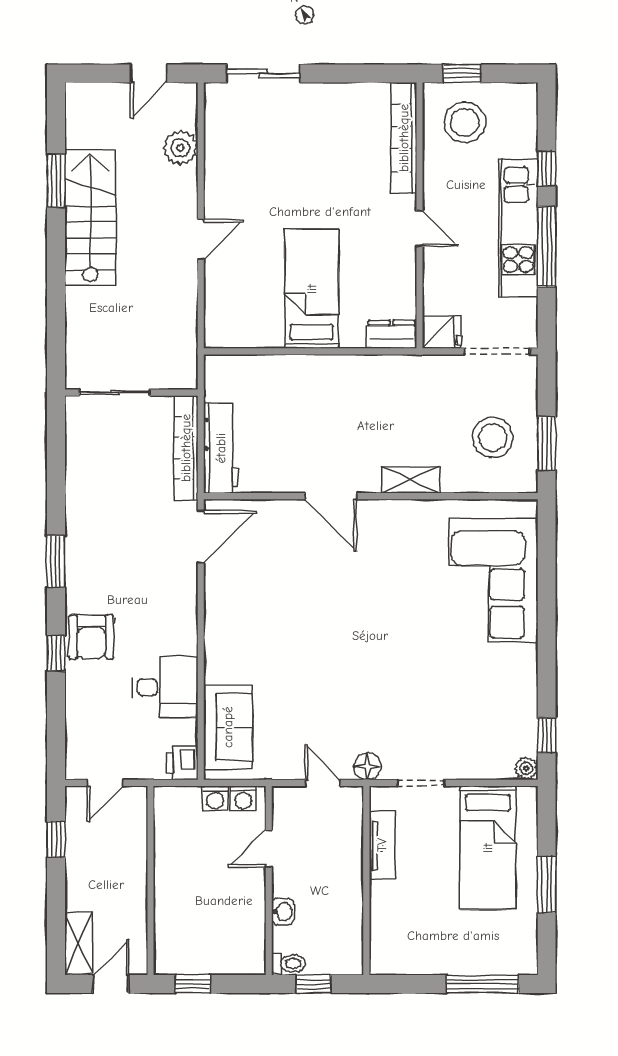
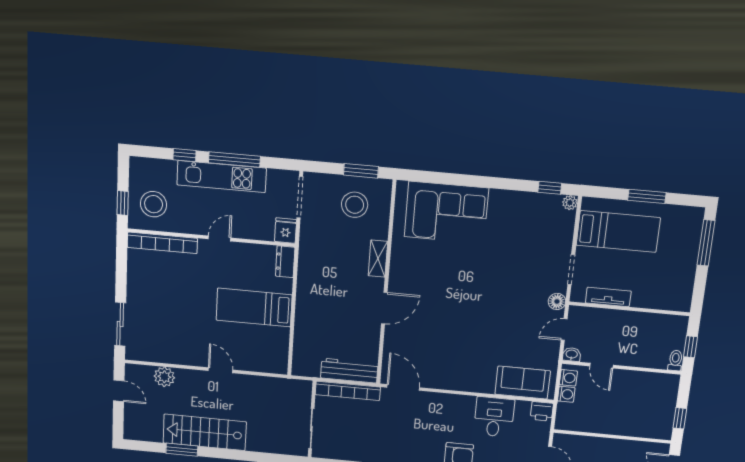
washbasin: (283, 912) -> (572, 354), moved

